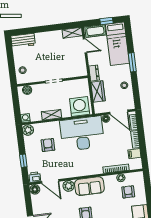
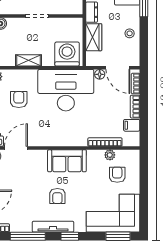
door: (50, 181) -> (16, 148), swing flipped
plant: (69, 186) -> (39, 157), removed

